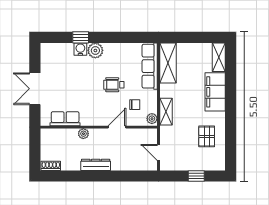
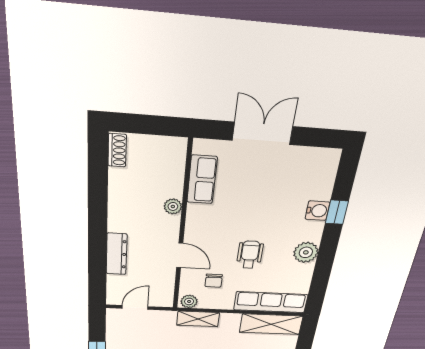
plant: (95, 50) -> (306, 252), moved
dresser: (96, 165) -> (117, 254), moved

